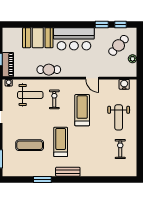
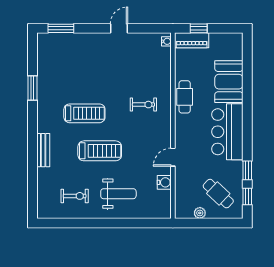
water cooler: (124, 84) -> (164, 182), moved
weight bench: (30, 95) -> (150, 71), removed
treadmill: (82, 110) -> (100, 151), moved
weight bench: (119, 117) -> (118, 194), turned 180
exercise mat: (30, 145) -> (80, 70), removed
bench: (68, 172) -> (43, 150), moved

